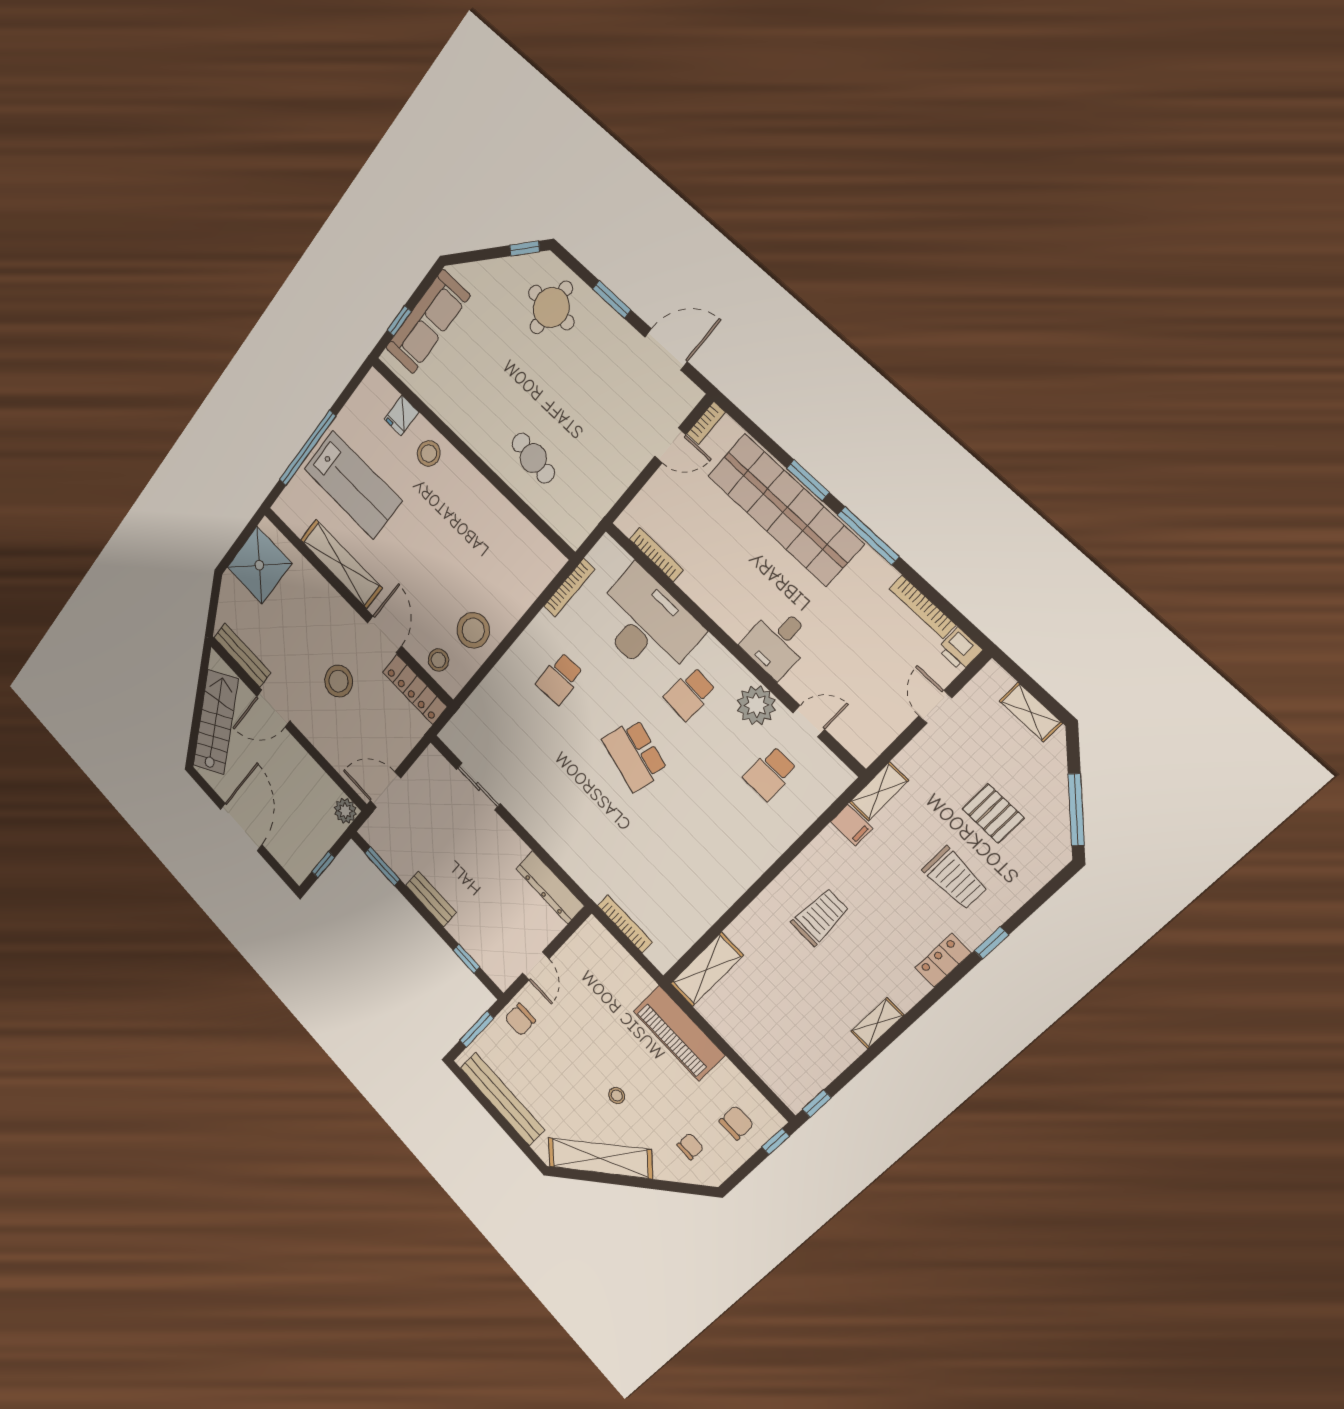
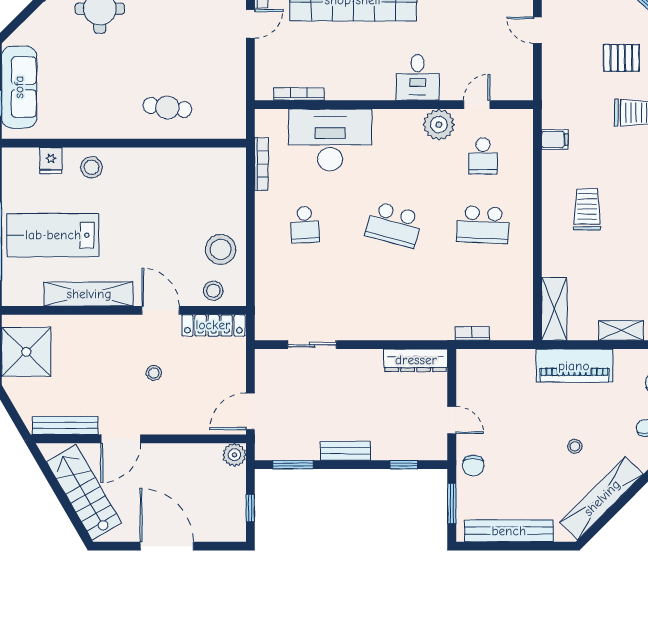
lab bench: (353, 485) -> (53, 235), turned 180
stool: (339, 681) -> (154, 373), width x0.53, depth x0.53
school desk: (690, 694) -> (483, 225), moved, width x1.85
shelving: (879, 791) -> (621, 330), moved, turned 90
bookcase: (625, 924) -> (472, 334), width x0.64

